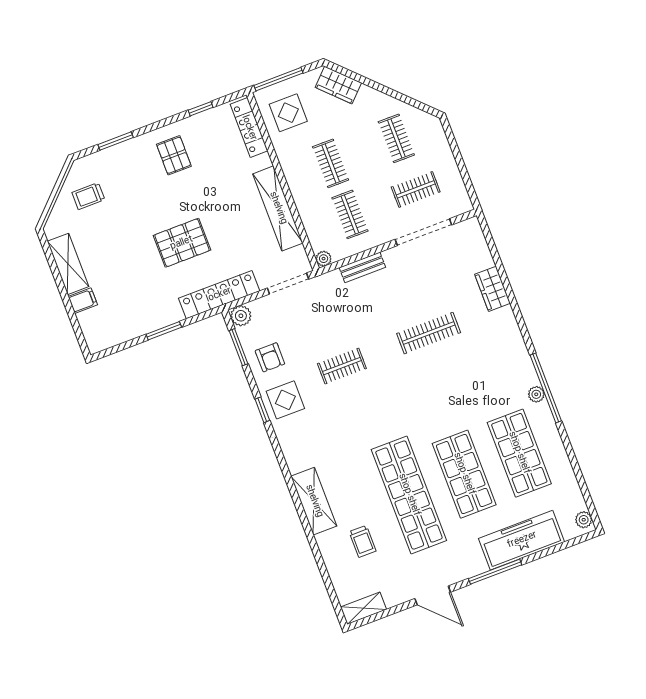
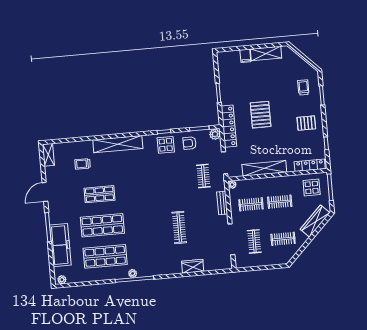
wardrobe: (338, 85) -> (315, 221), width x1.50
trolley: (88, 196) -> (303, 87), moved
clothes rail: (342, 366) -> (203, 176), moved
shop shelf: (409, 495) -> (100, 194), width x0.50, depth x0.74
shelving: (314, 501) -> (118, 144), width x1.47

